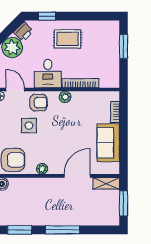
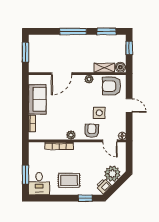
desk: (48, 73) -> (39, 184), moved, turned 180
armchair: (39, 103) -> (92, 131), turned 90
shelving: (106, 183) -> (104, 68), moved

